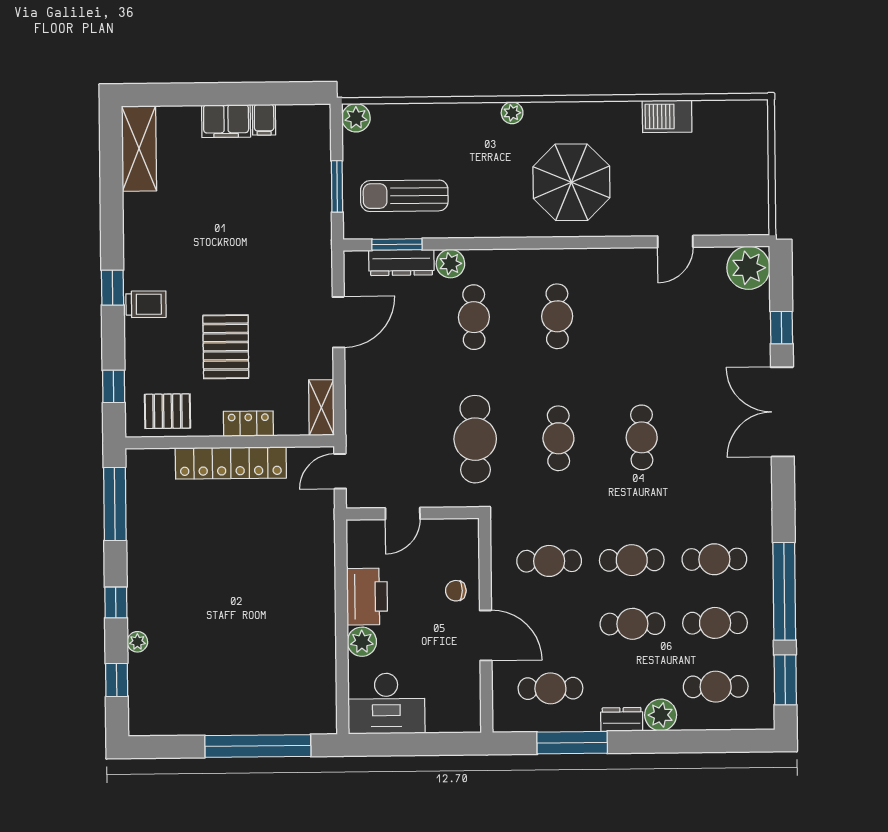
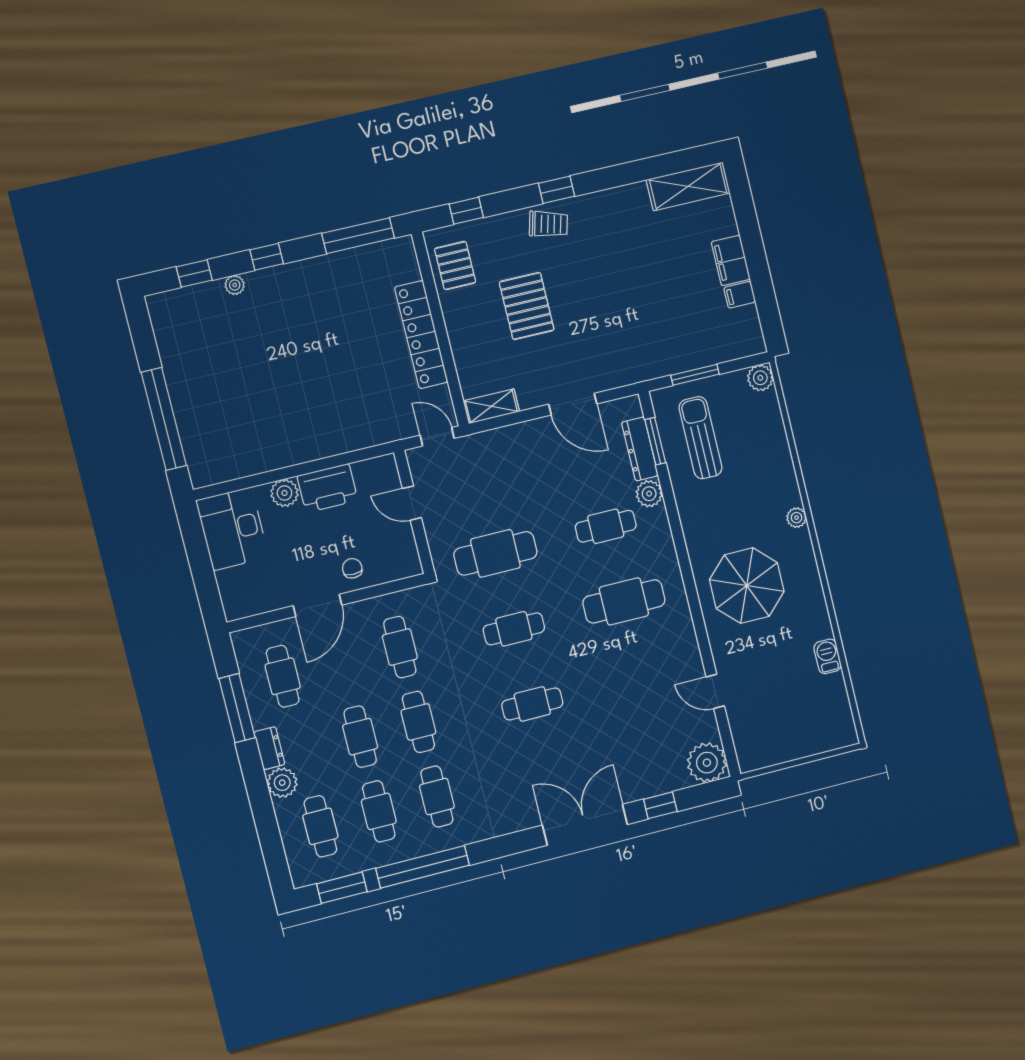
barbecue: (667, 116) -> (828, 656), width x0.73, depth x0.79
trolley: (146, 304) -> (548, 224), turned -75
cafe table: (557, 316) -> (624, 601), width x1.37, depth x1.35
pallet: (226, 347) -> (527, 306), turned 90
locker: (248, 424) -> (461, 343), removed

